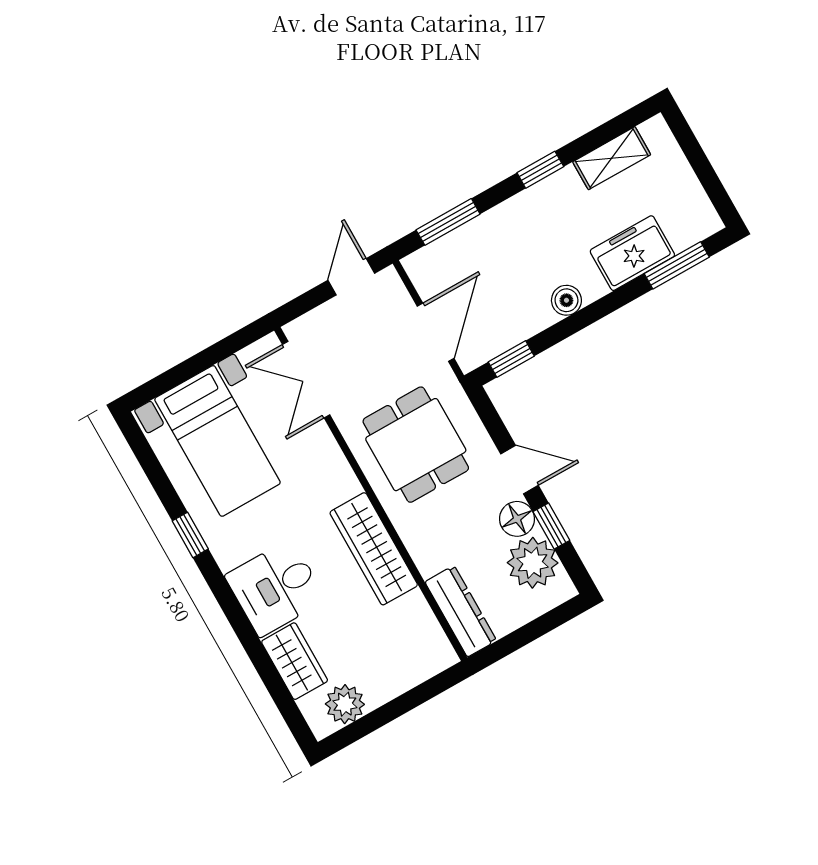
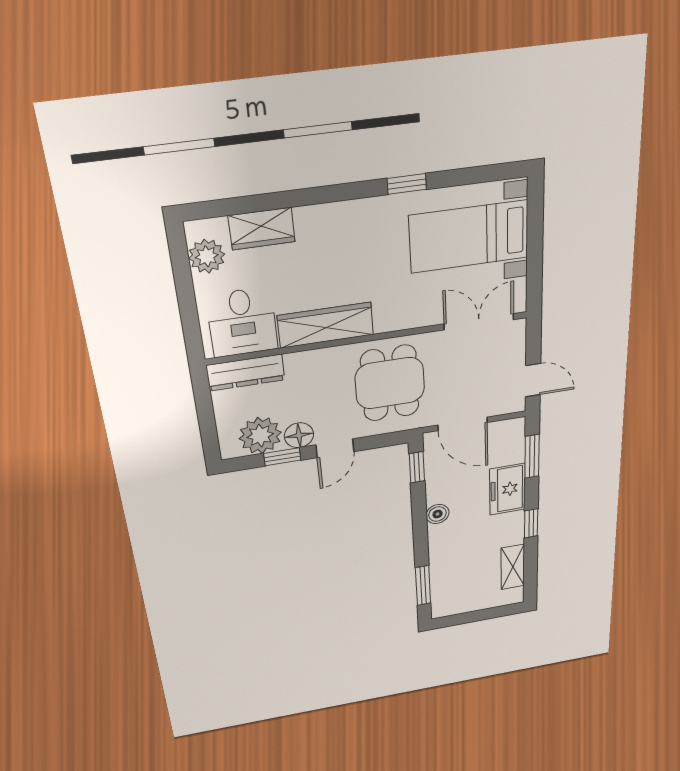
freezer: (632, 253) -> (507, 489), moved, turned 180
dining table: (416, 445) -> (390, 383), turned 90
desk: (275, 588) -> (242, 322), moved, turned 180

